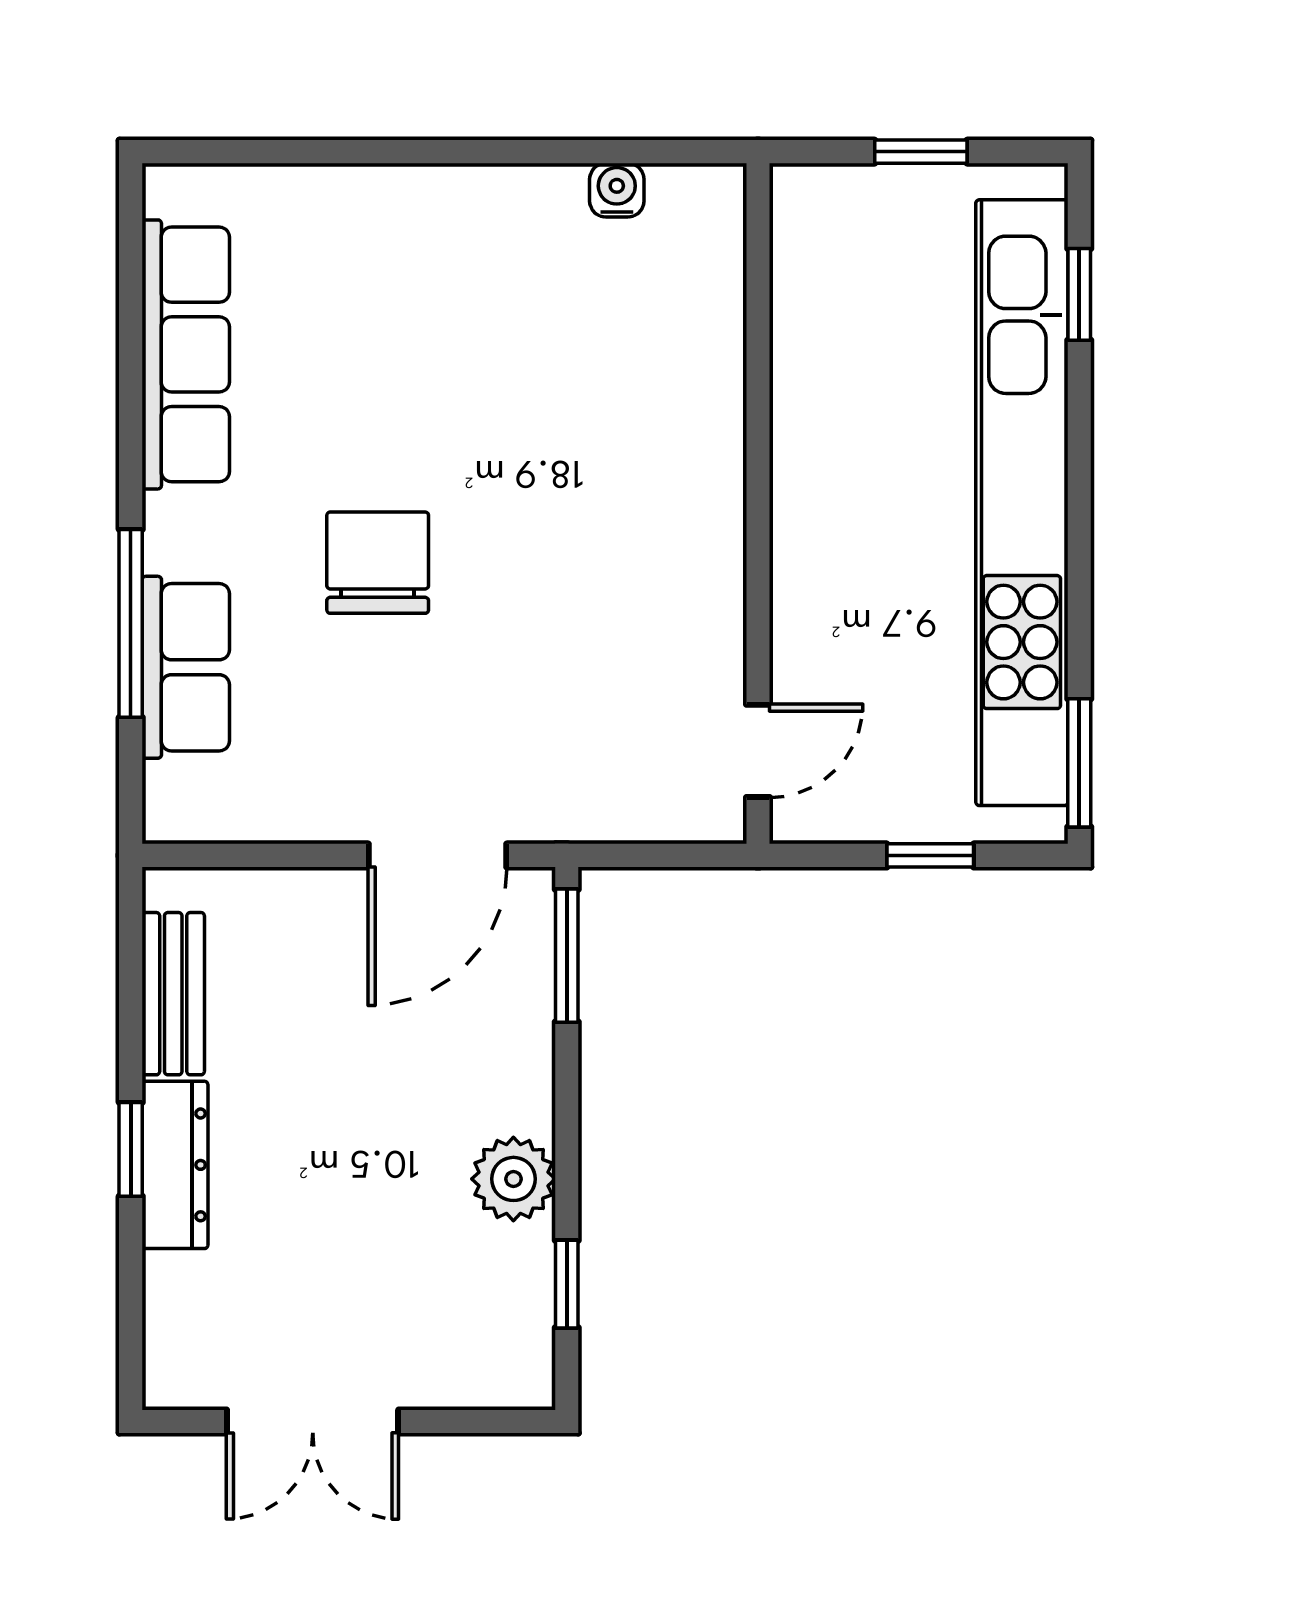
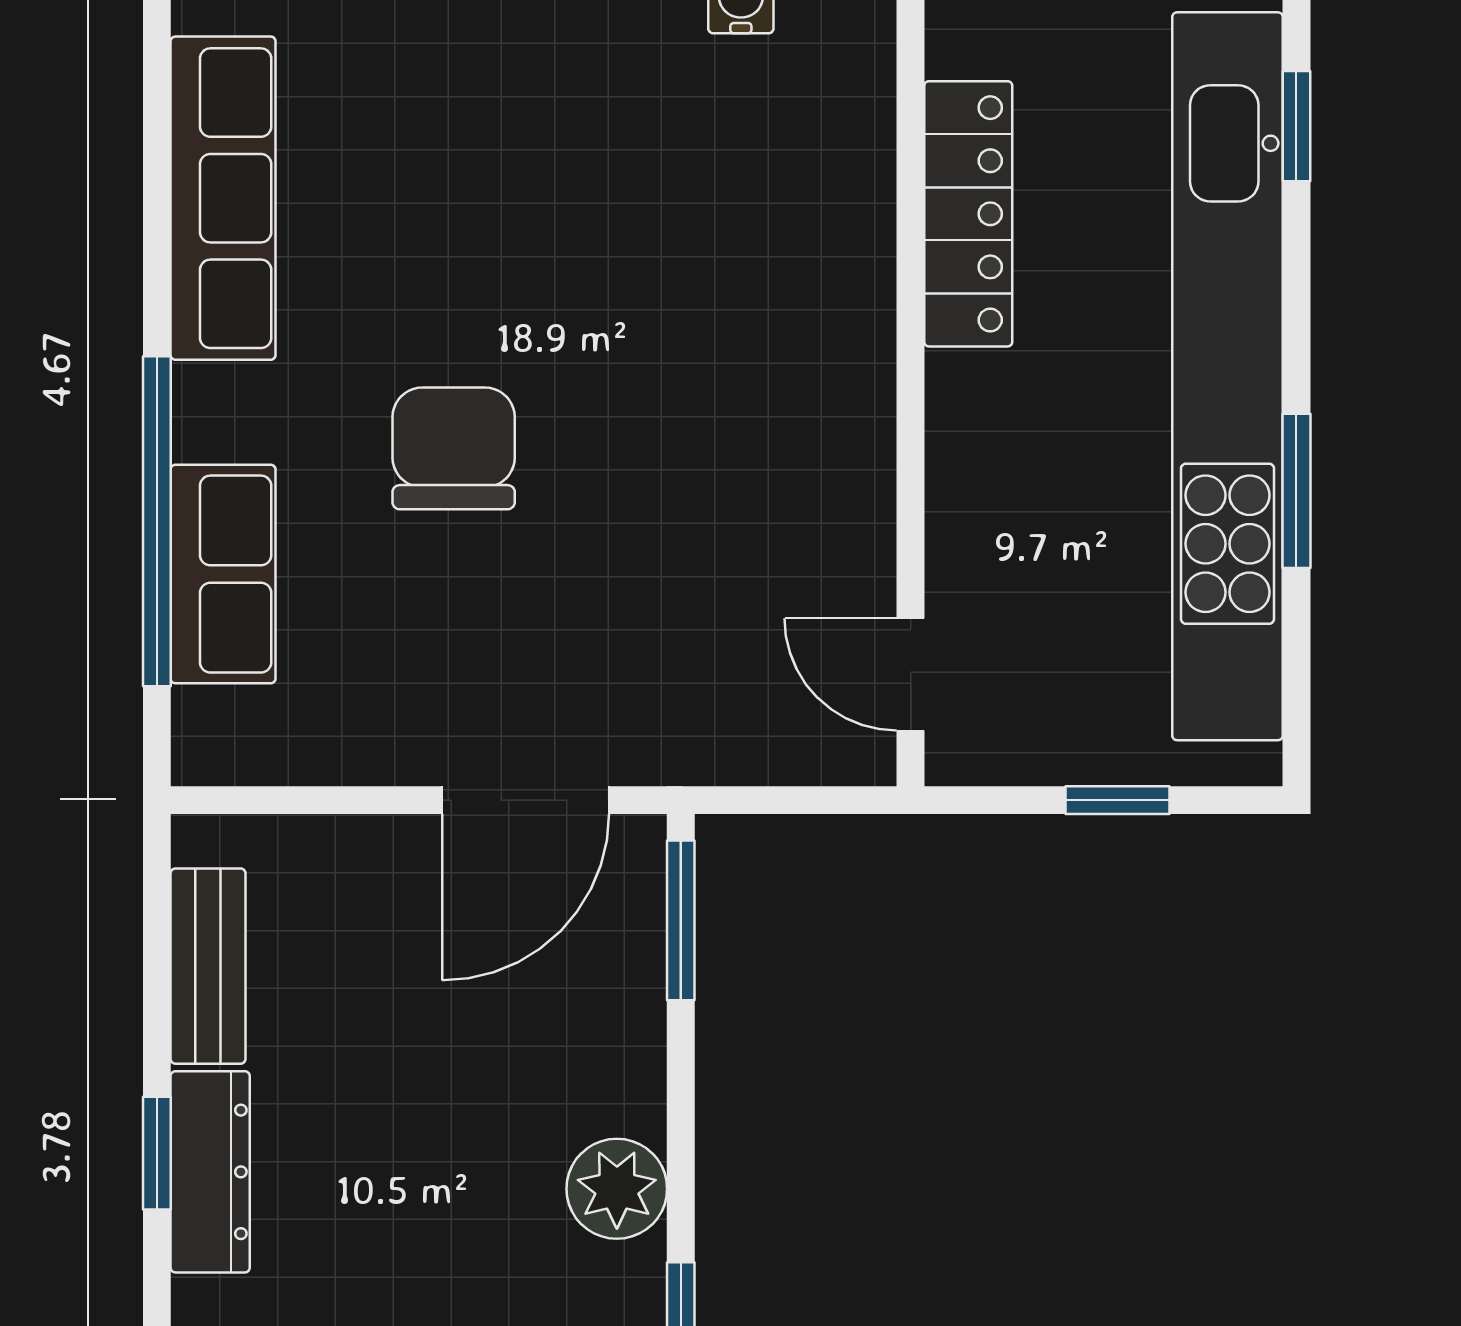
locker: (806, 367) -> (968, 214), added
window: (131, 623) -> (157, 521), width x1.46
door: (758, 751) -> (911, 674), swing flipped
window: (1079, 763) -> (1296, 491), moved

